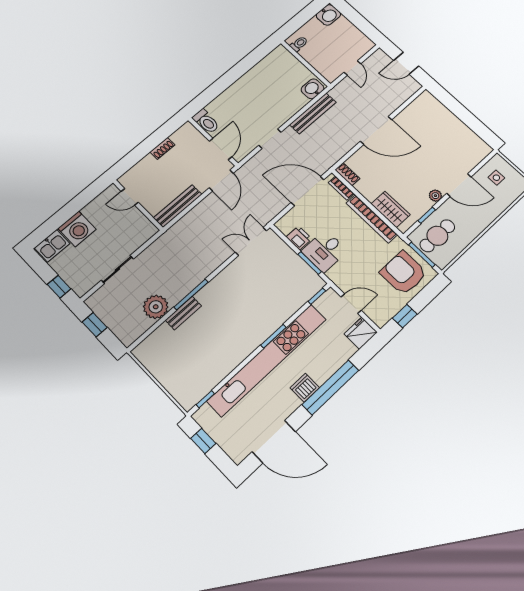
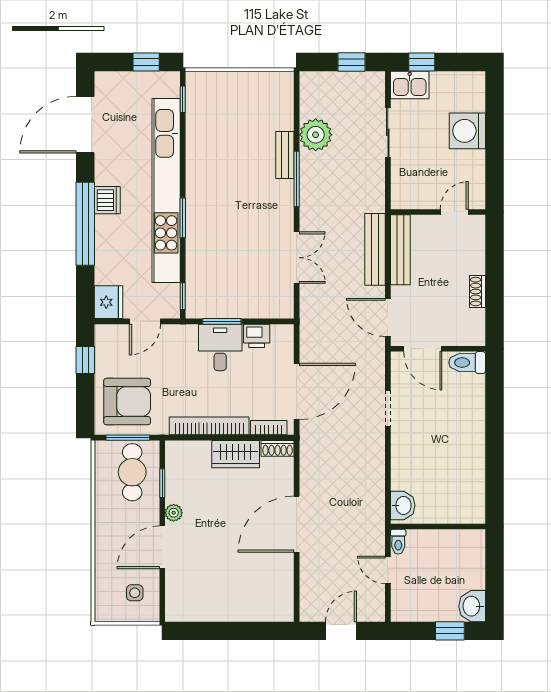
window: (352, 15) -> (450, 631), added
toilet: (299, 44) -> (398, 542), moved
bench: (313, 113) -> (375, 249), moved
wardrobe: (391, 209) -> (236, 454), moved
double door: (251, 241) -> (297, 258), moved
kitchen sink: (52, 246) -> (410, 85), moved, turned -90

